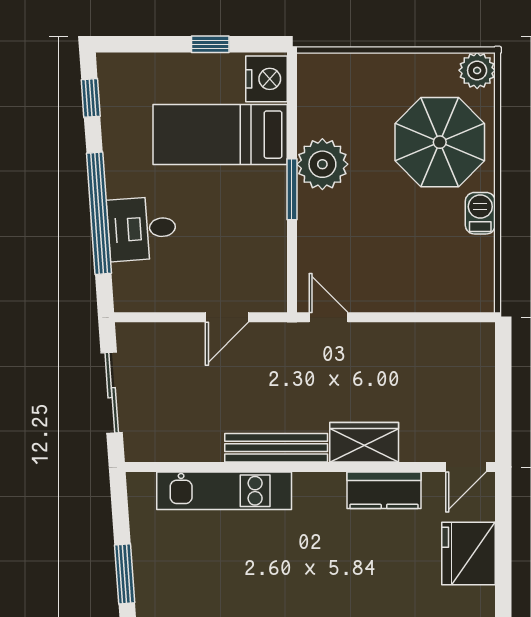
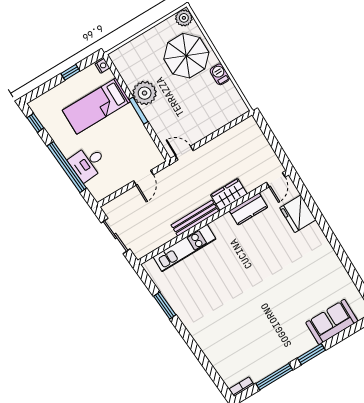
nightstand: (266, 79) -> (102, 66), width x0.53, depth x0.56

